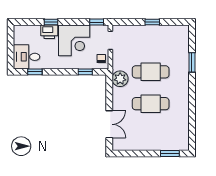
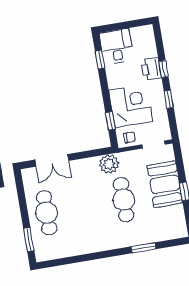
window: (97, 22) -> (169, 99), moved
booth: (144, 37) -> (165, 184), added
corner desk: (74, 40) -> (131, 106), moved, turned 180
cafe table: (151, 104) -> (47, 213), moved

